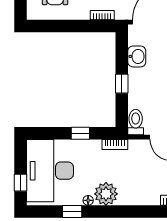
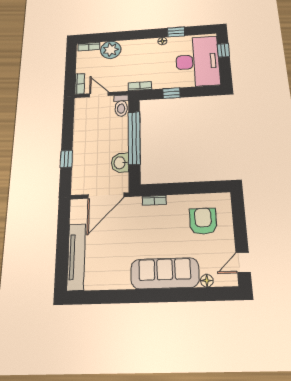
window: (122, 84) -> (134, 138), width x3.17
plant: (106, 194) -> (111, 50), moved

